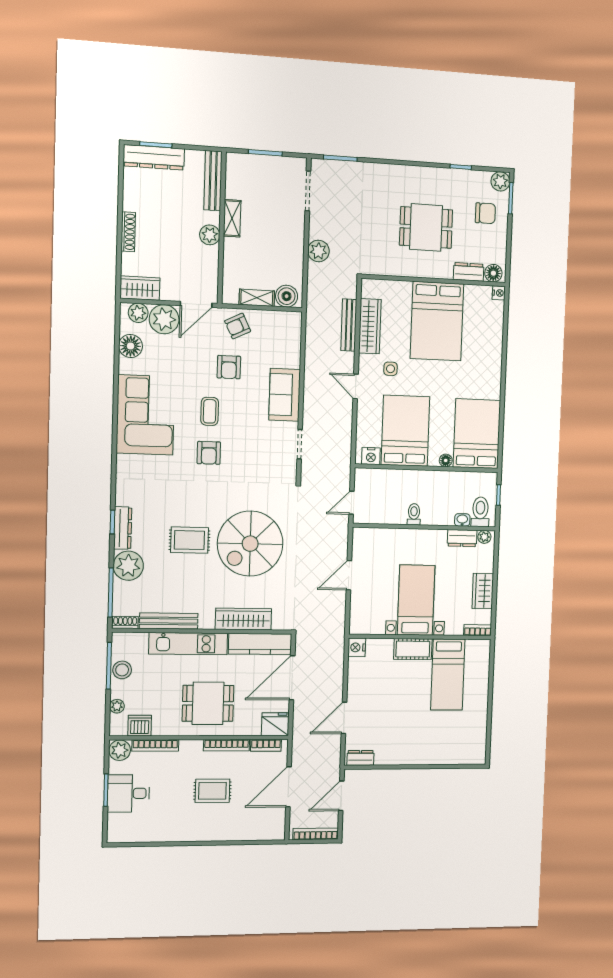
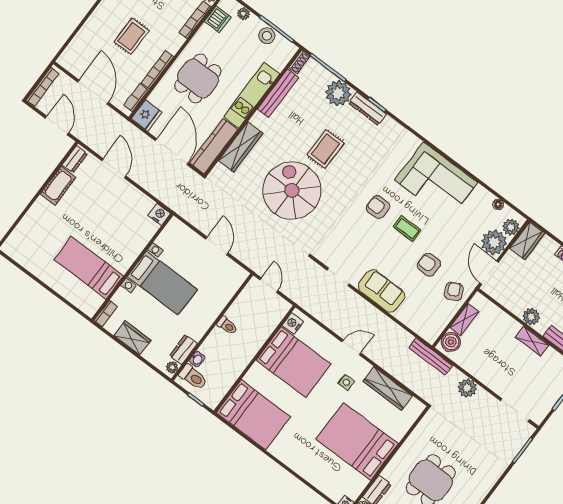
bench: (349, 325) -> (431, 357), moved
floor lamp: (131, 346) -> (498, 204), width x0.53, depth x0.53
floor lamp: (446, 460) -> (250, 377), removed
cot: (413, 649) -> (58, 186), moved

